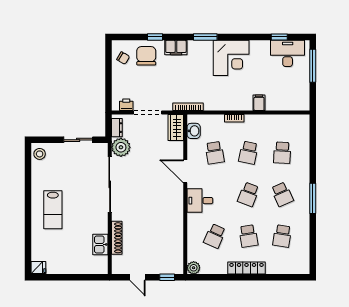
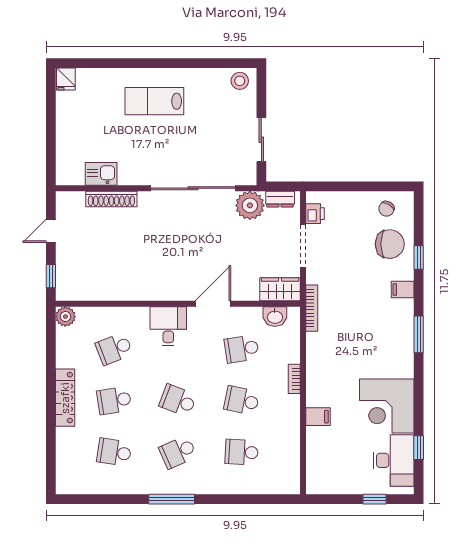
filing cabinet: (176, 47) -> (403, 290), width x0.50
corner desk: (231, 58) -> (387, 406), moved
window: (313, 66) -> (374, 499), width x0.46
school desk: (215, 236) -> (114, 349), turned -45

